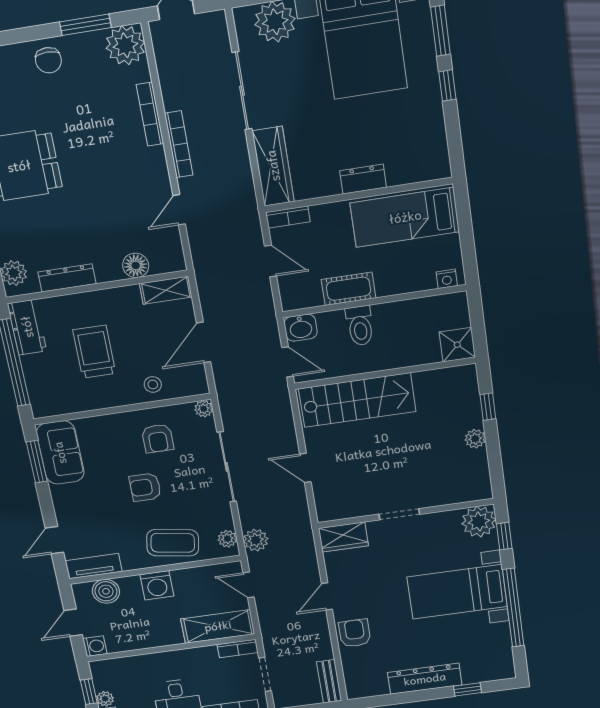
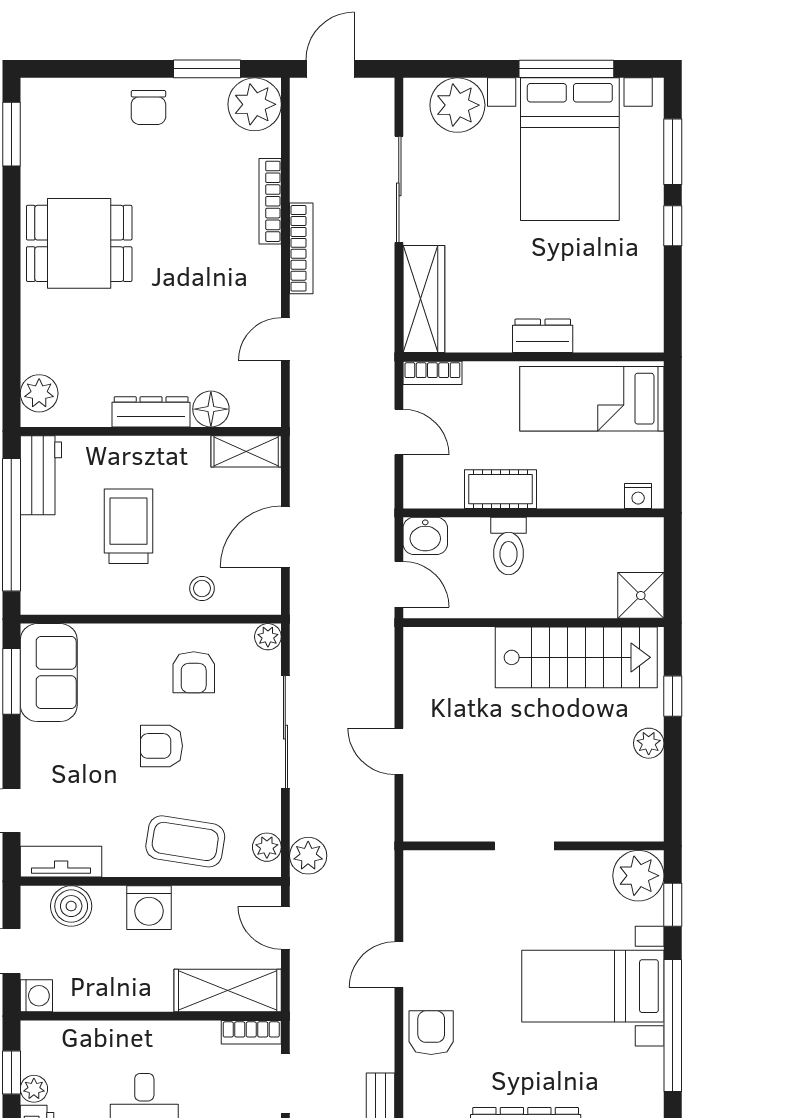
dresser: (67, 278) -> (151, 412), moved
stairs: (357, 400) -> (576, 657), moved
wardrobe: (343, 537) -> (438, 870), removed

